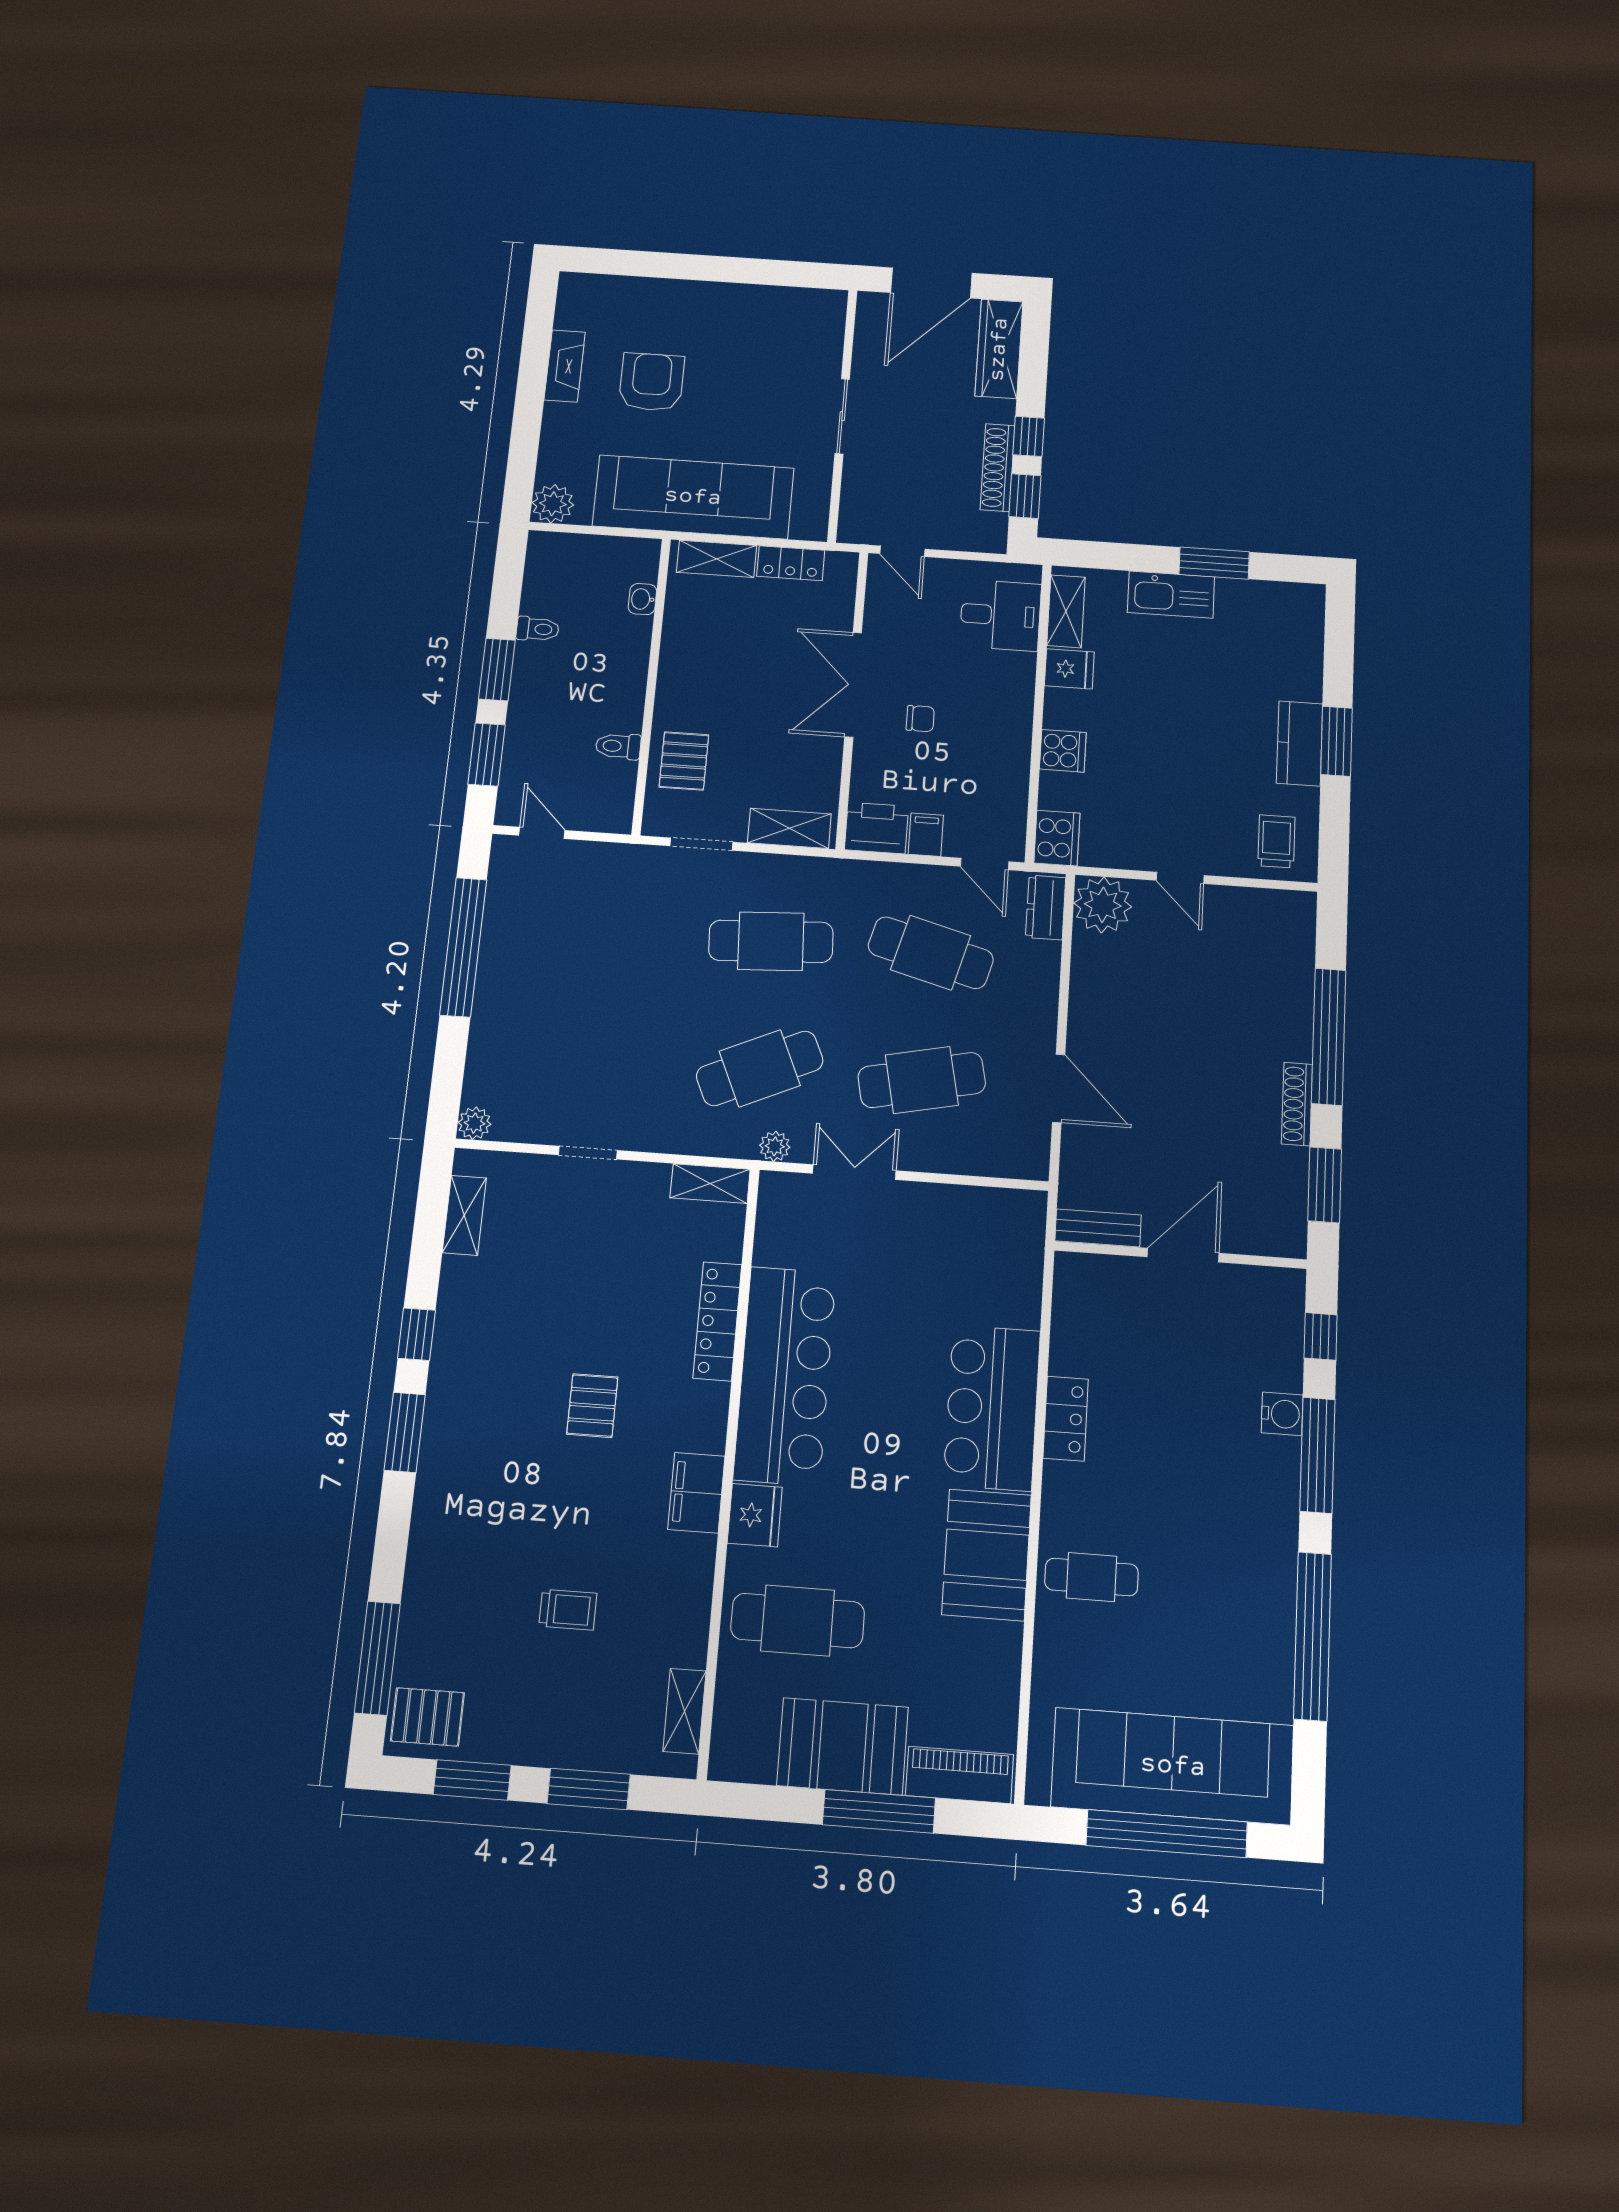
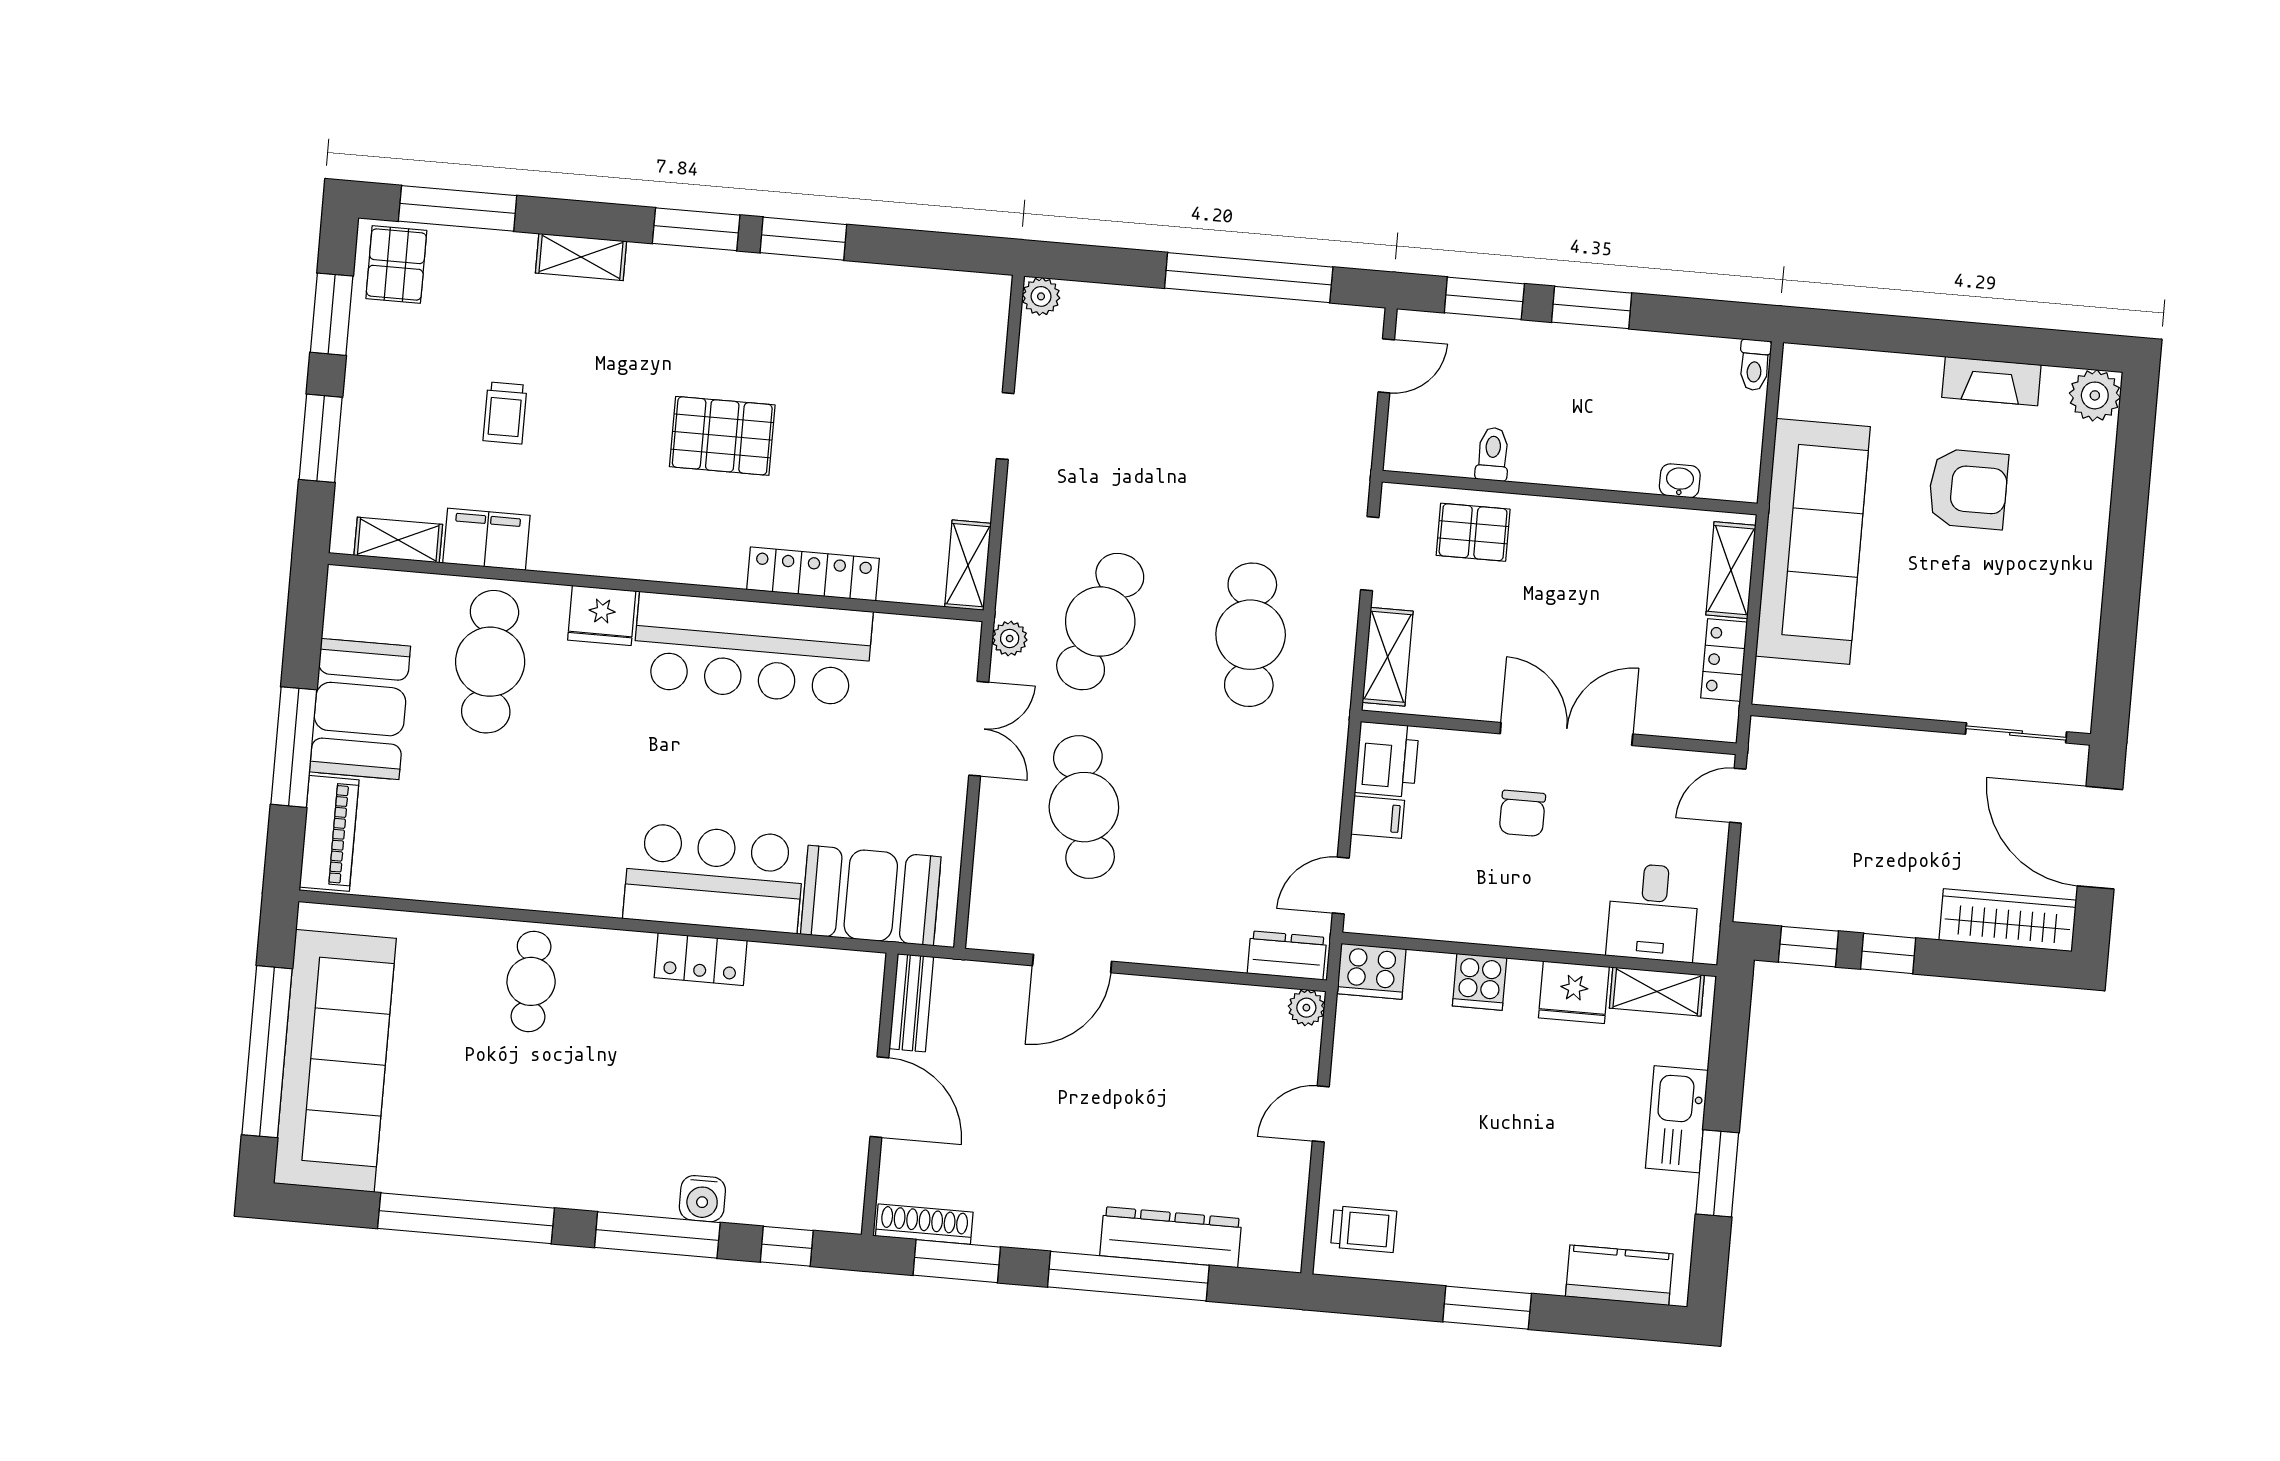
sliding door: (842, 416) -> (2016, 733), moved
shoe rack: (998, 468) -> (1847, 914), removed
plant: (553, 504) -> (2095, 395), moved
toilet: (538, 629) -> (1755, 365), moved
fridge: (1069, 669) -> (1574, 992), width x1.38
chair: (920, 719) -> (1522, 813), width x1.37, depth x1.37
kitchen counter: (1300, 743) -> (1619, 1275), moved
plant: (1103, 905) -> (1306, 1008), width x0.53, depth x0.53
cafe table: (931, 953) -> (1234, 820), removed
dresser: (1293, 1001) -> (1171, 1237), added
cafe table: (760, 1068) -> (1100, 622), turned 42
shoe rack: (1297, 1104) -> (924, 1224), moved
shelving: (464, 1215) -> (581, 257), moved
window: (417, 1334) -> (803, 239), width x1.50
pallet: (592, 1406) -> (722, 436), width x1.50, depth x1.42
filing cabinet: (696, 1493) -> (486, 539), moved
booth: (987, 1555) -> (871, 896), moved

